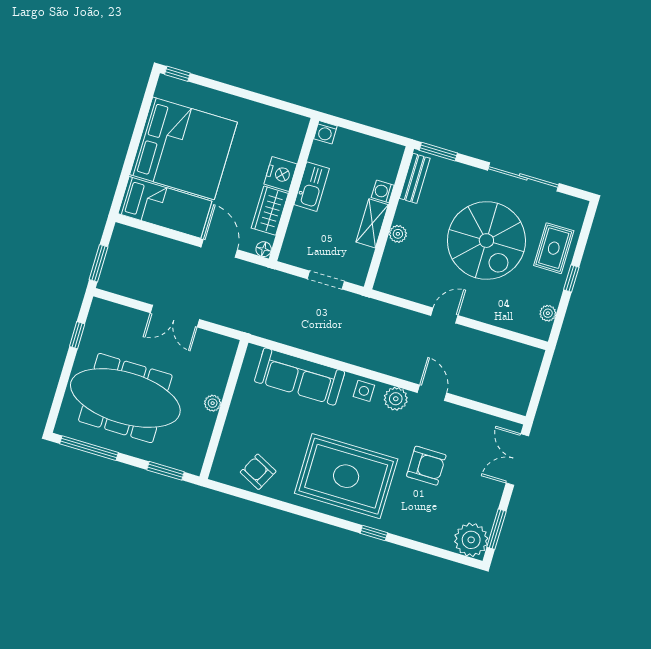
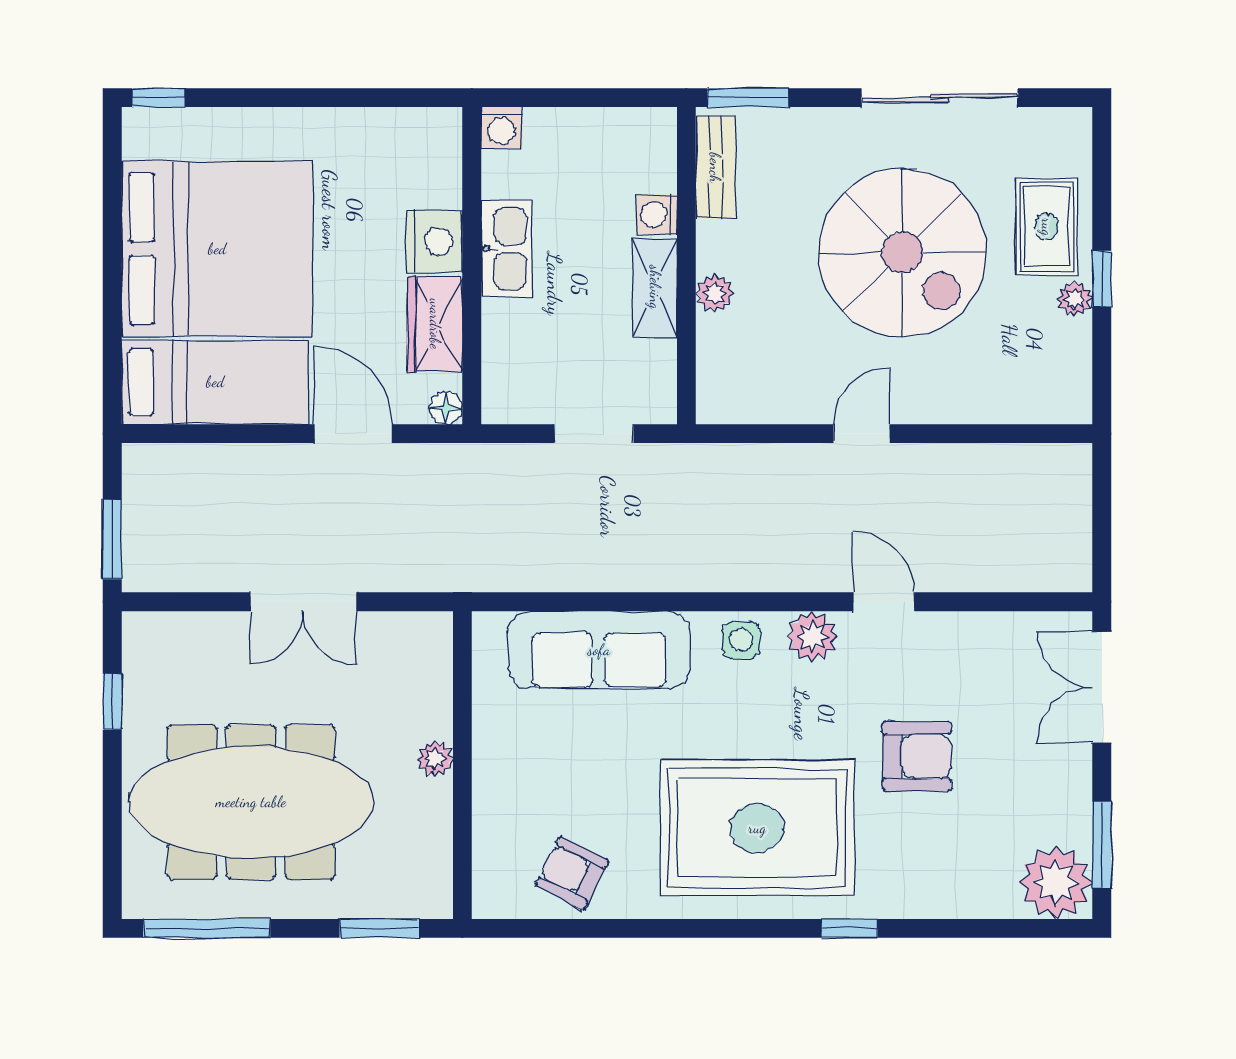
plant: (548, 313) -> (1075, 299), moved

